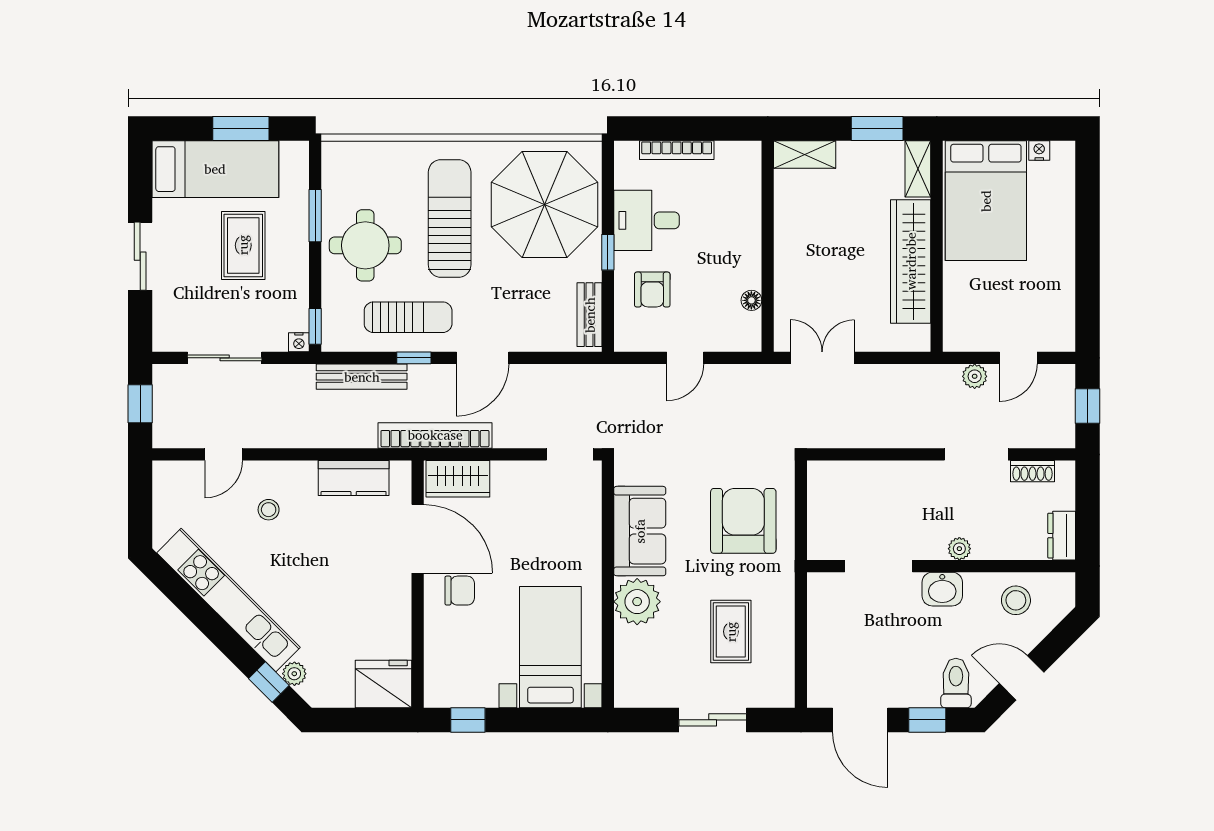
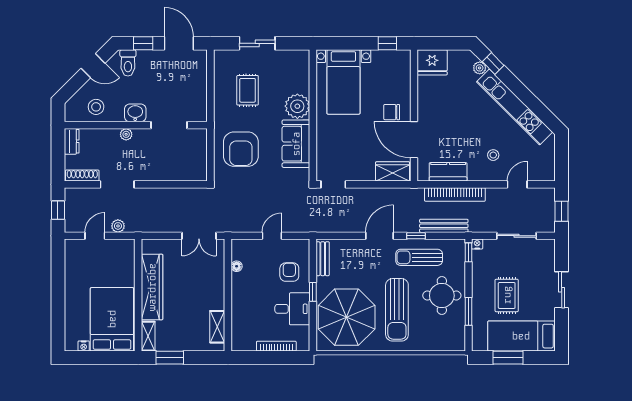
shelving: (805, 155) -> (217, 327), moved, turned 90
bookcase: (435, 435) -> (455, 194), moved
shoe rack: (1032, 471) -> (82, 176), width x1.43

